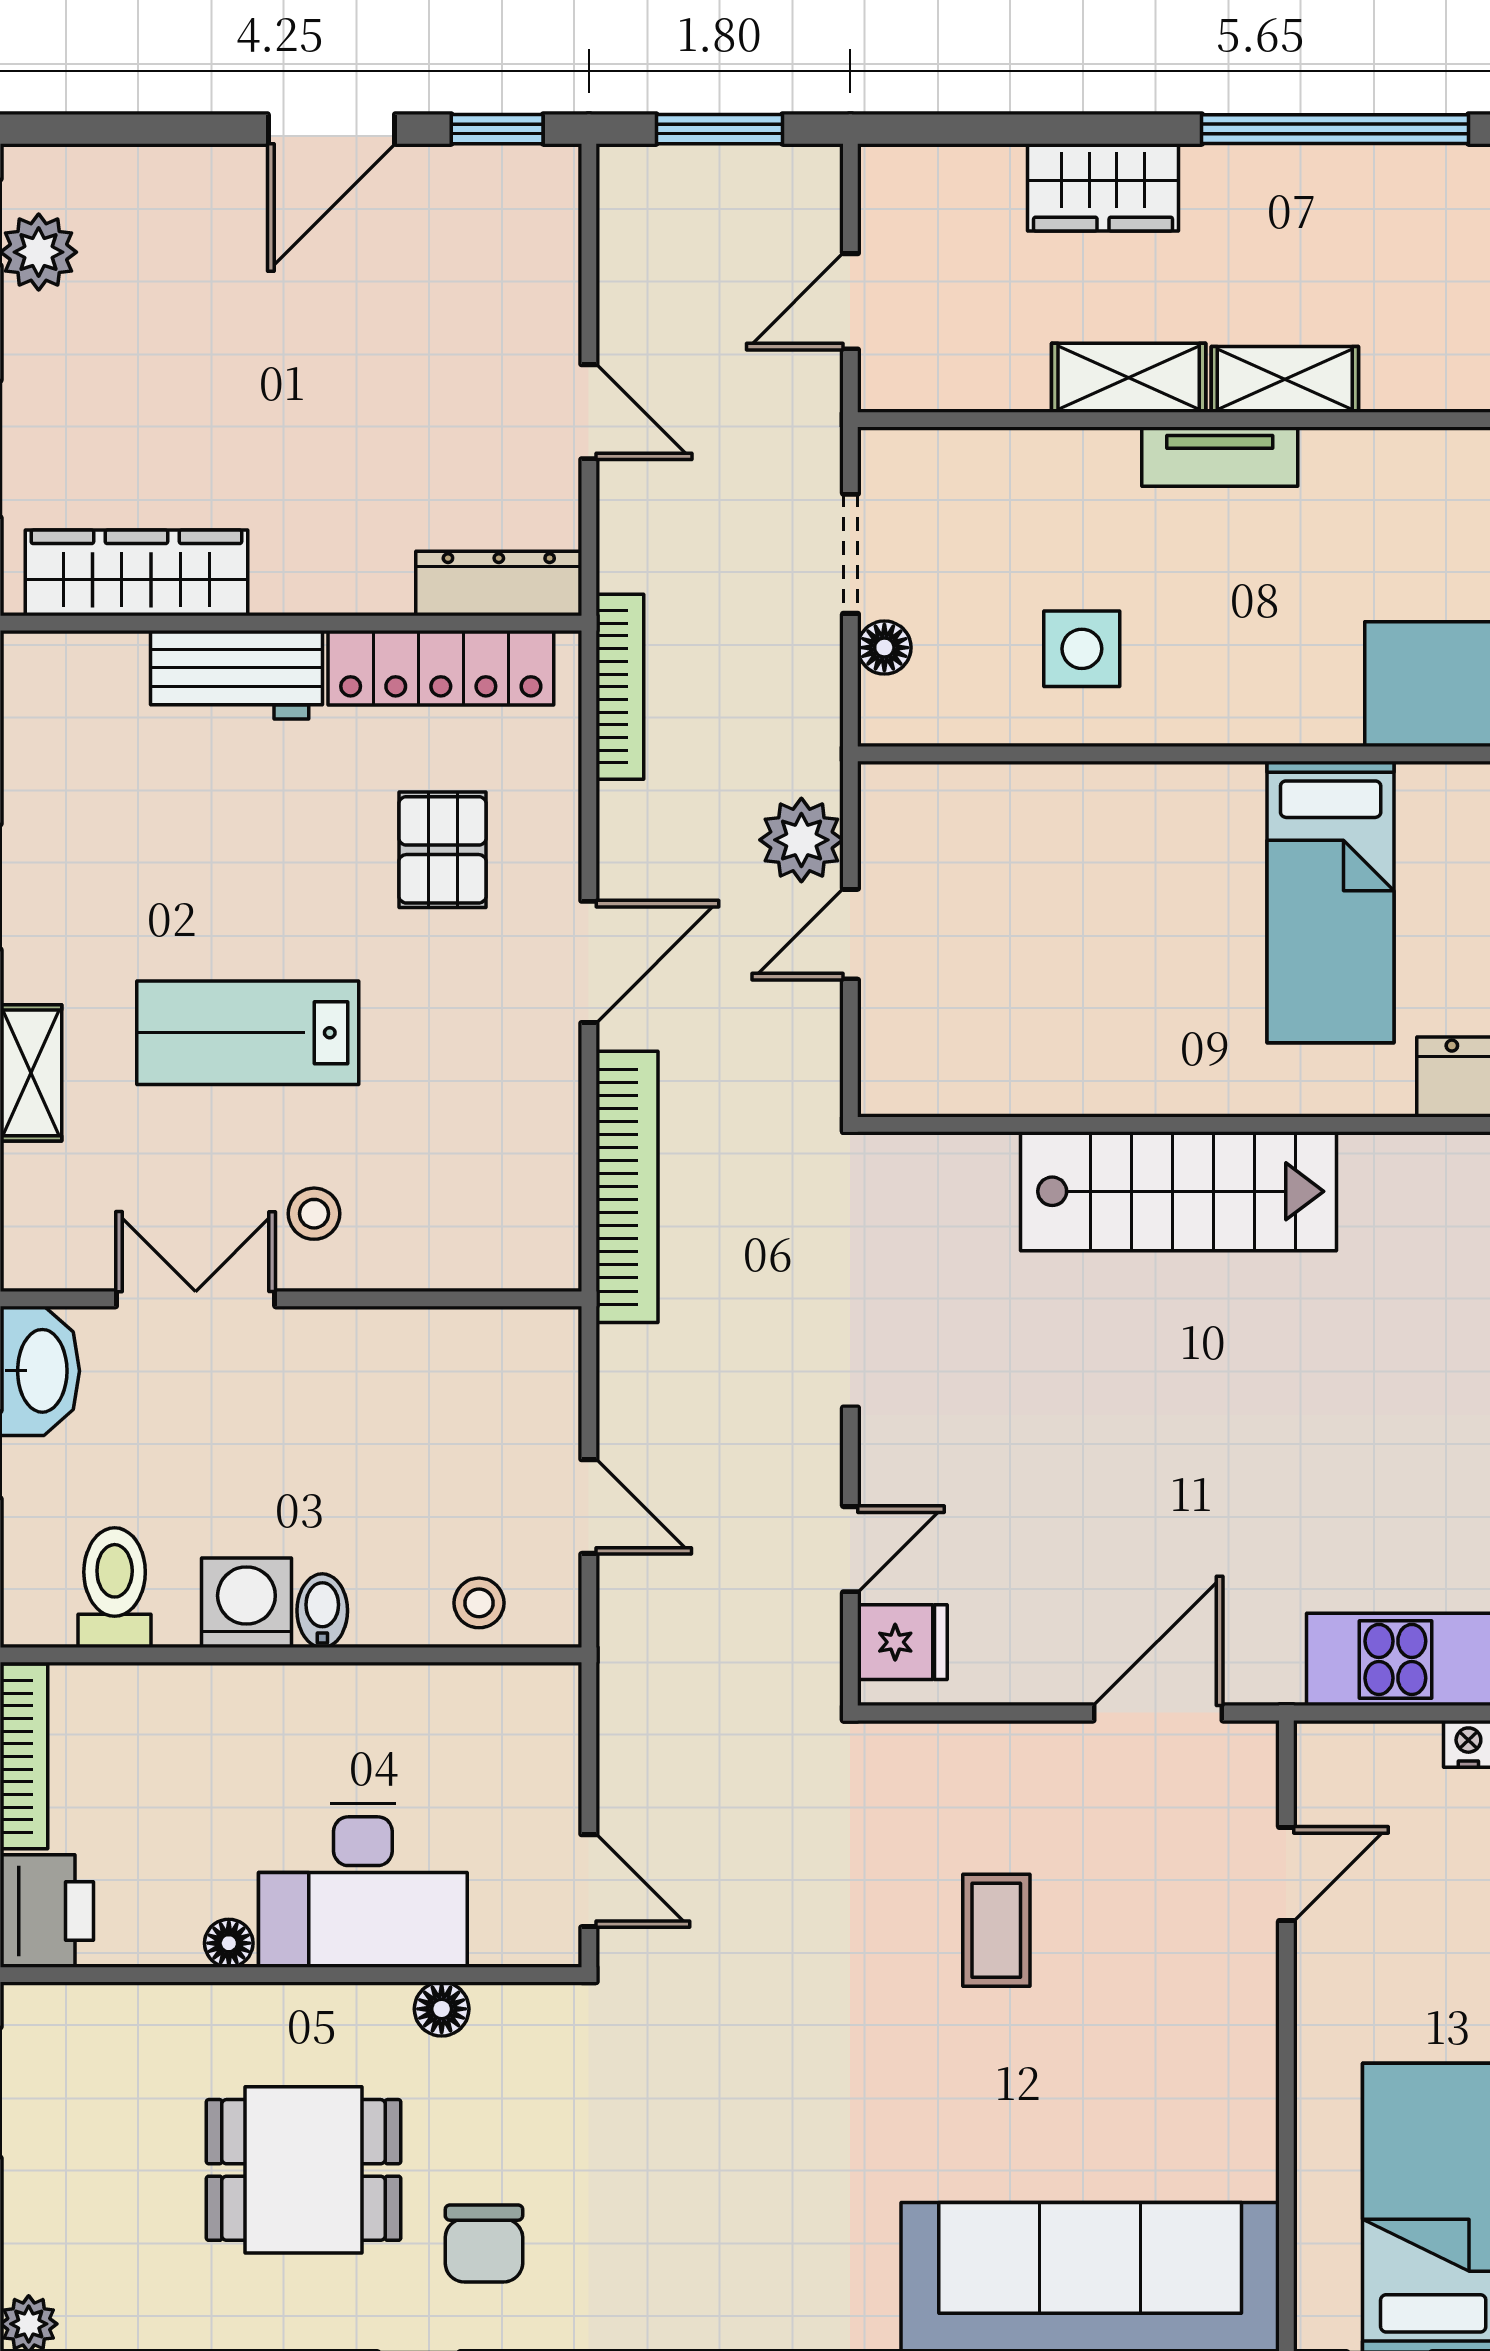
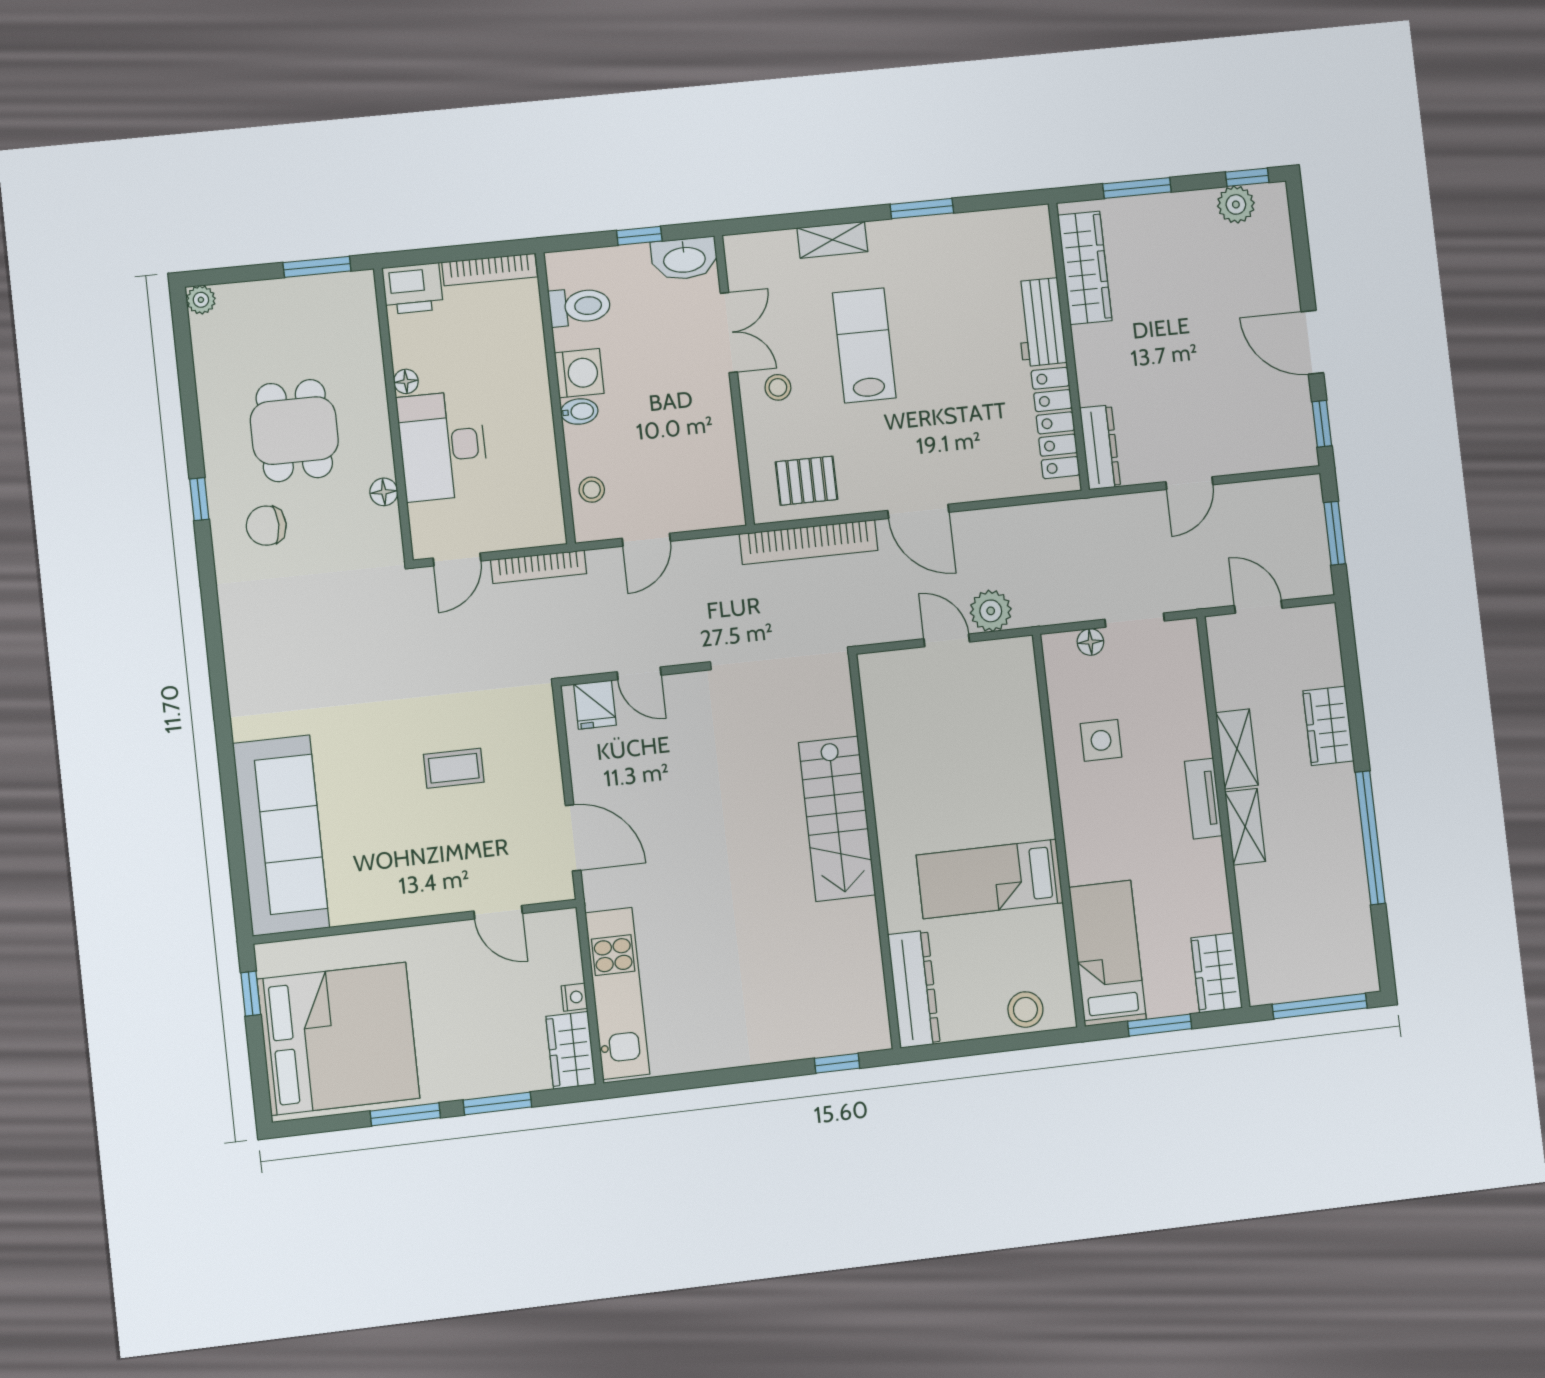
bookcase: (620, 687) -> (539, 567), moved
pallet: (443, 850) -> (807, 481), moved

